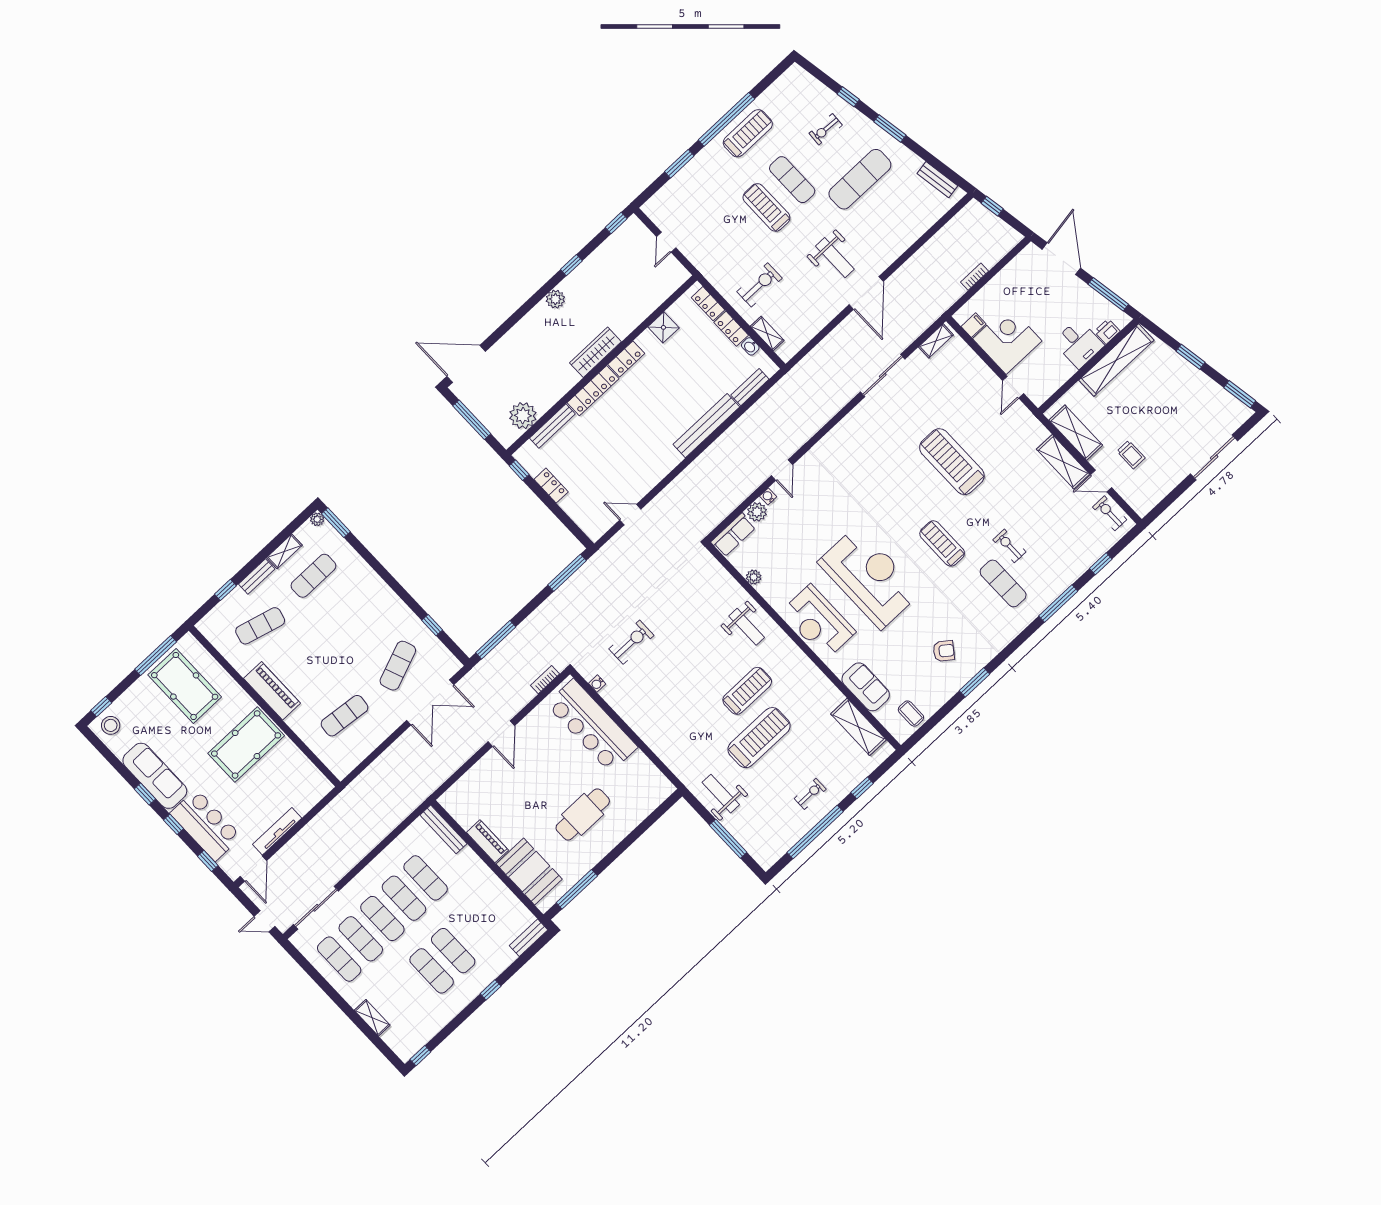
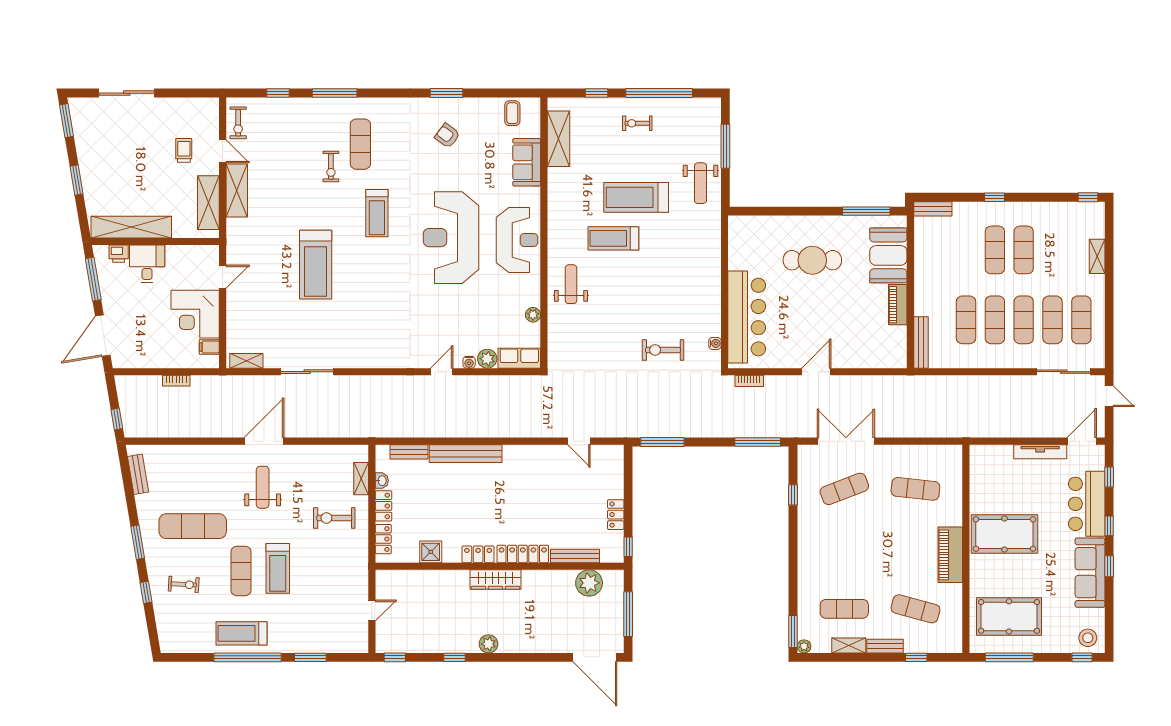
pool table: (185, 686) -> (1009, 616), turned 90

